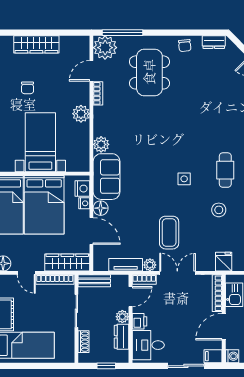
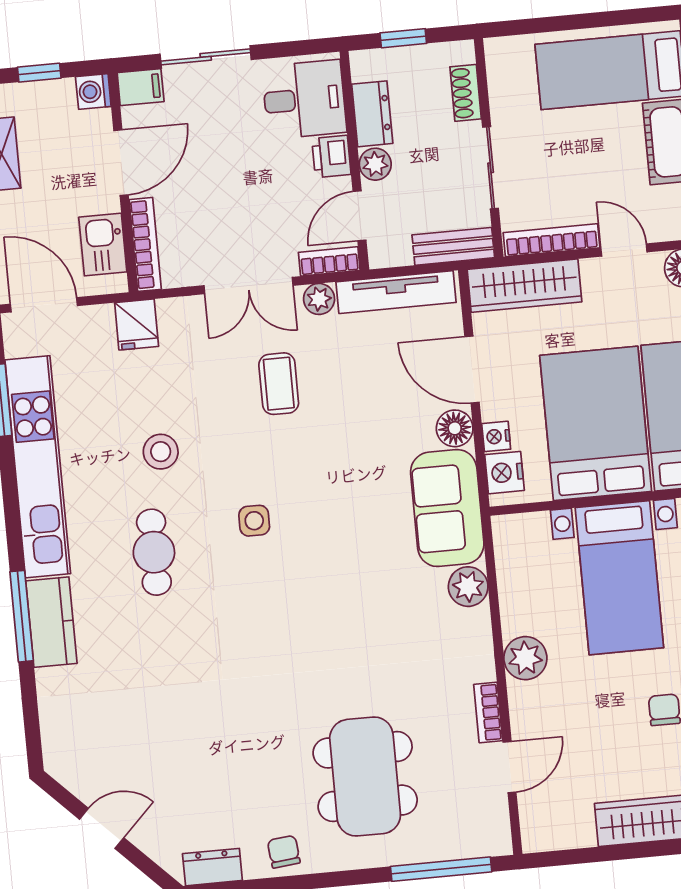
plant: (105, 48) -> (481, 828), removed
coffee table: (169, 233) -> (279, 384), width x0.73, depth x0.77
tv unit: (126, 265) -> (396, 292), width x1.41

